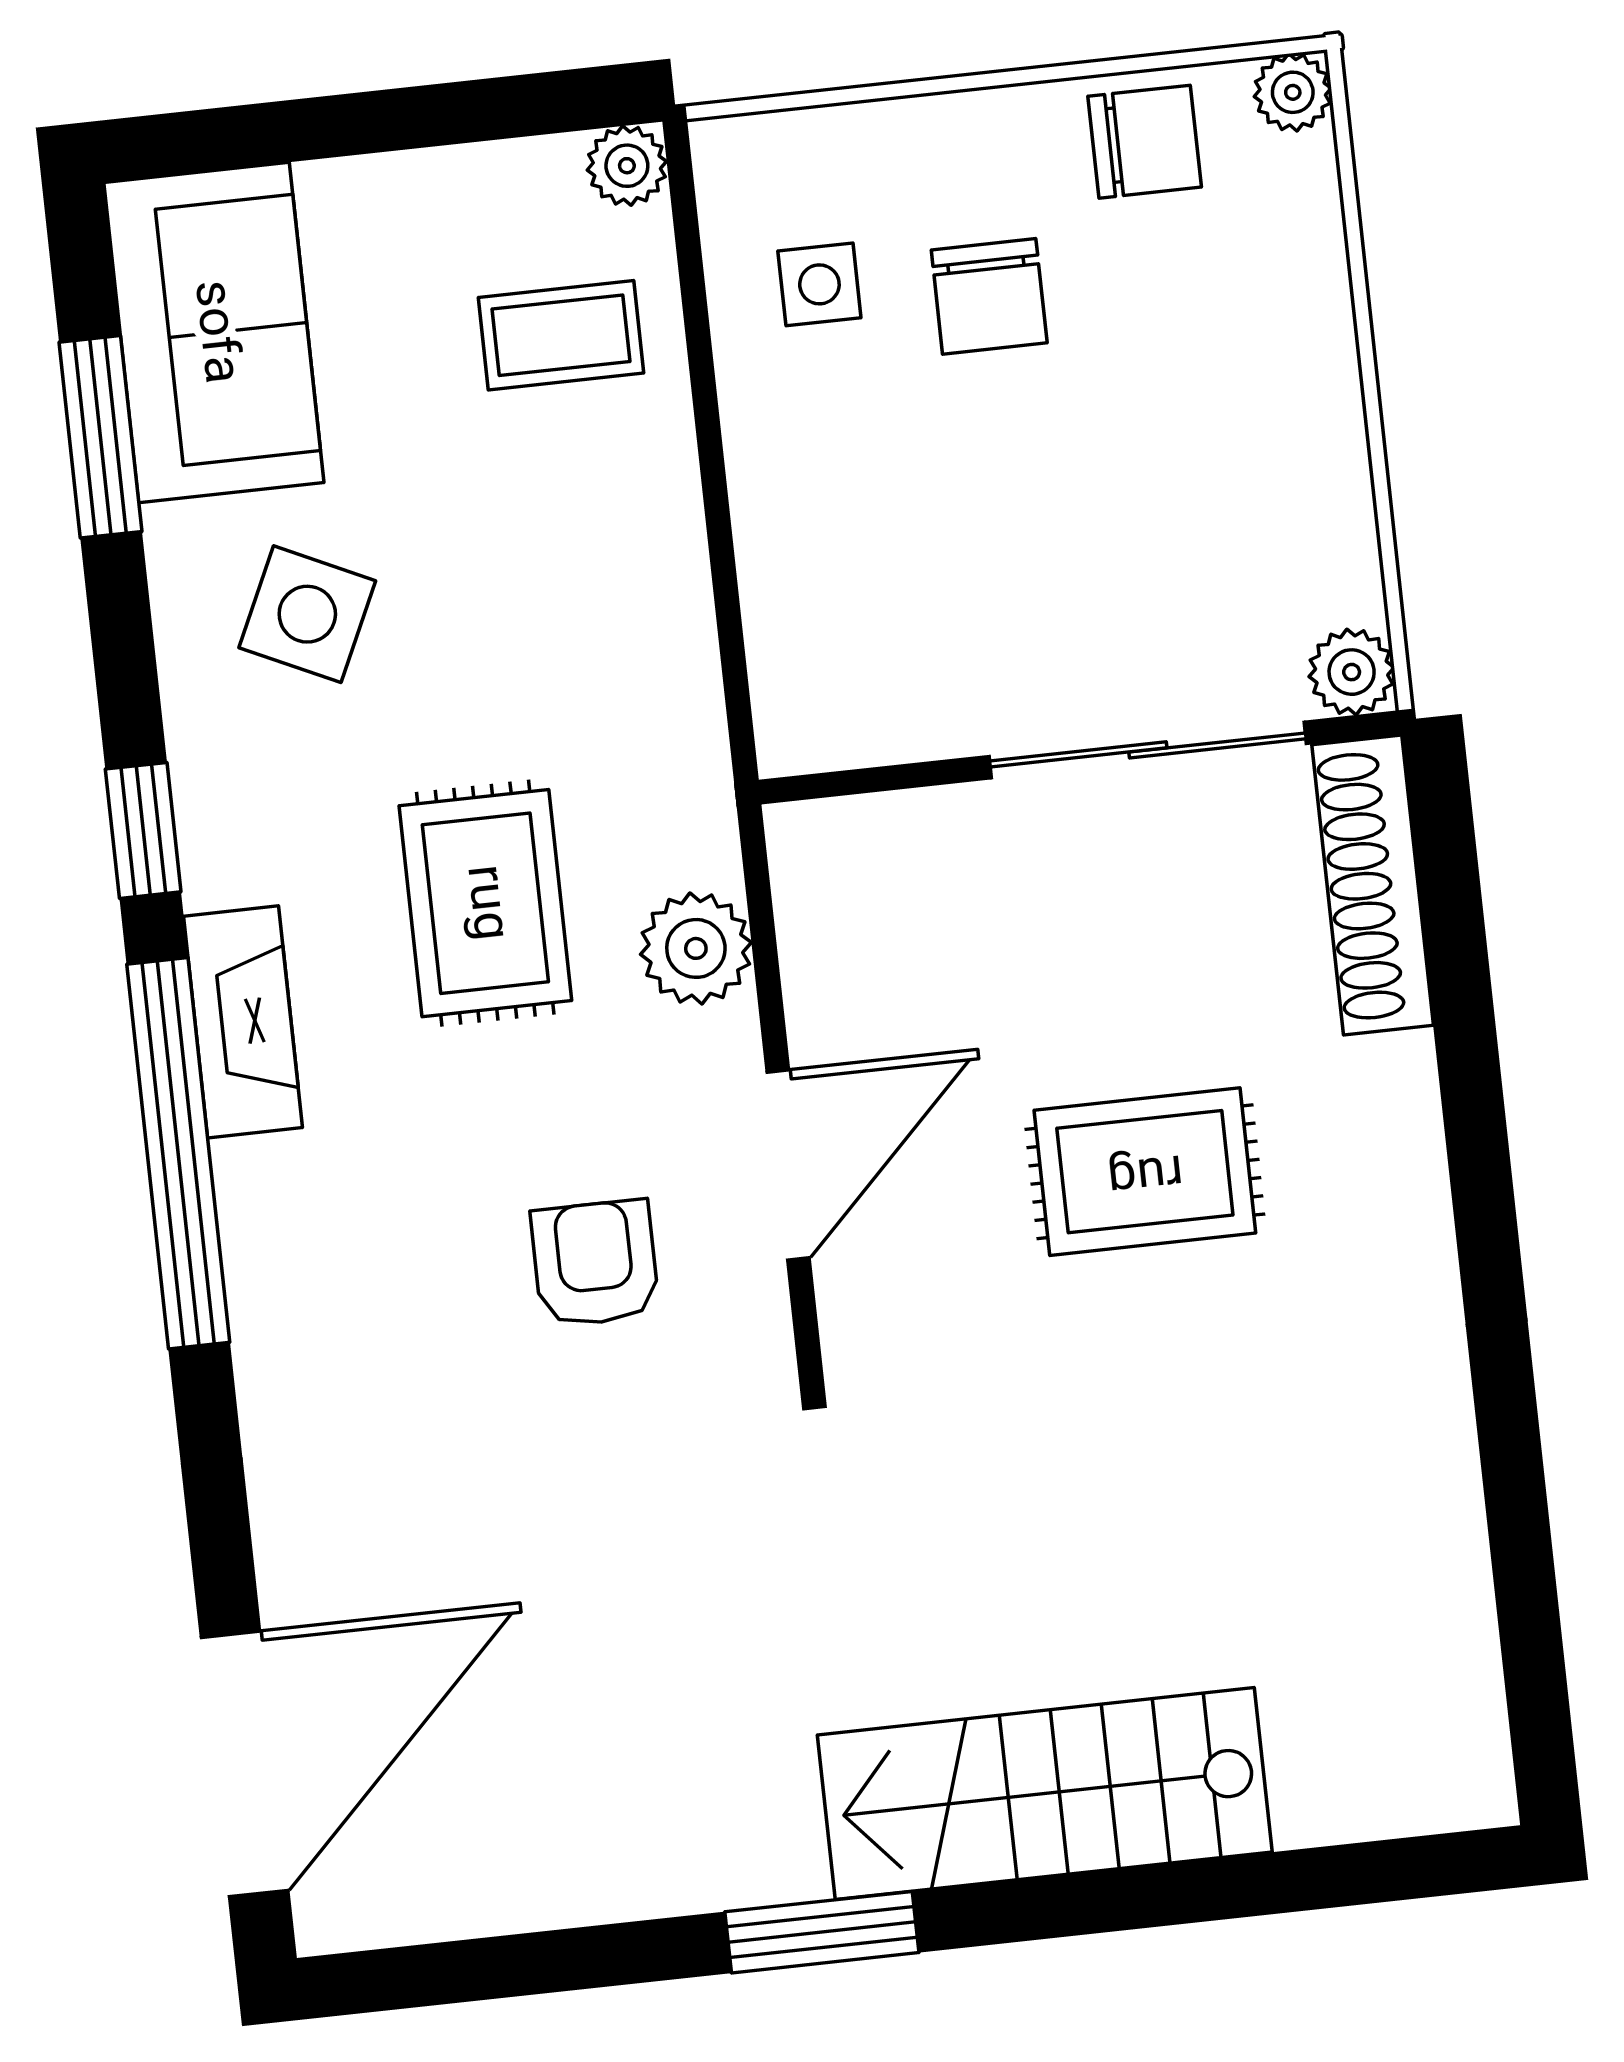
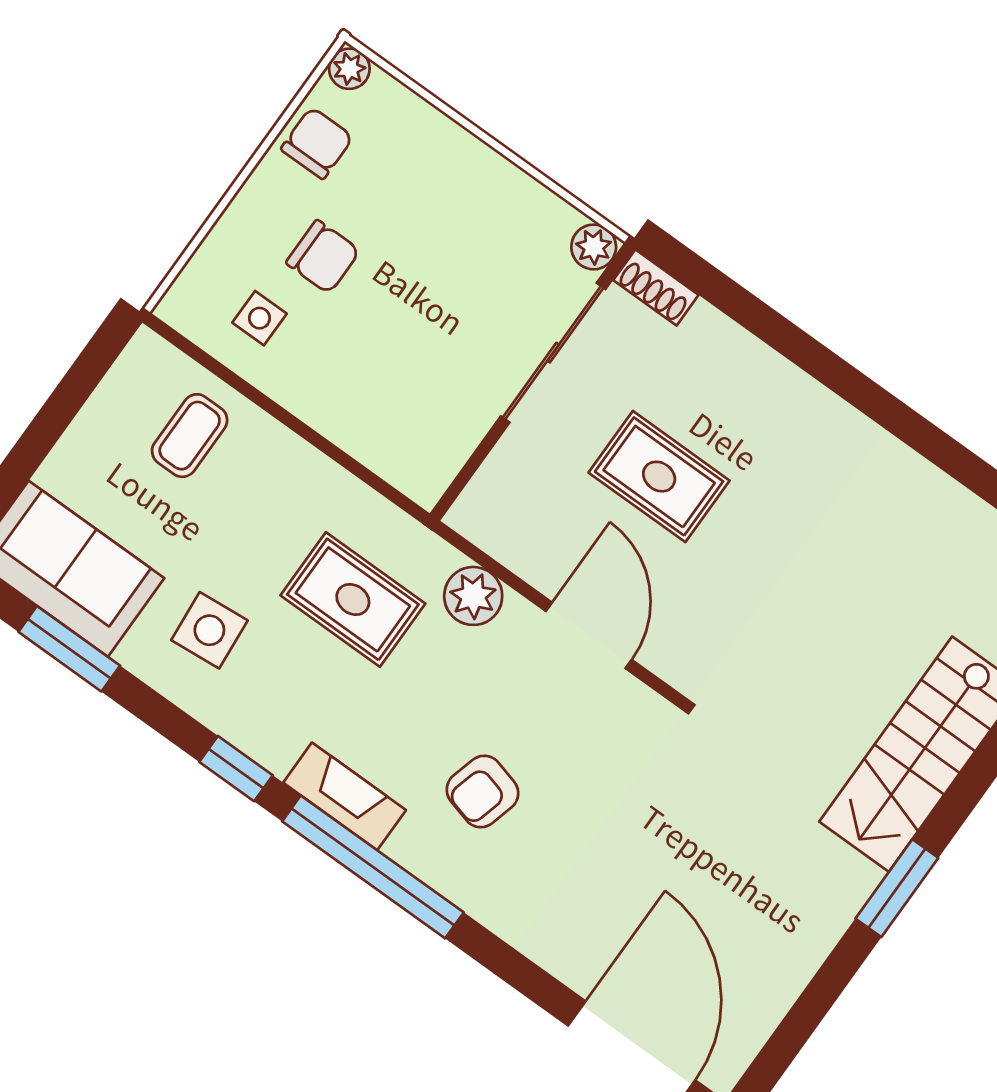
plant: (627, 166) -> (147, 351), removed
side table: (307, 614) -> (209, 630), turned -30
shoe rack: (1373, 885) -> (656, 287), width x0.51, depth x0.81
rug: (485, 903) -> (353, 599), moved
rug: (1145, 1172) -> (659, 477), moved, turned 90
armchair: (595, 1263) -> (483, 791), moved, turned -75

